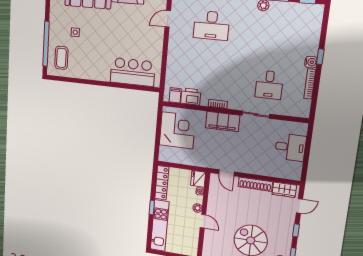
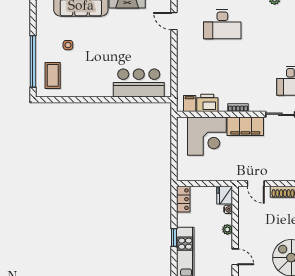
door: (168, 19) -> (174, 21), hinge flipped
corner desk: (177, 130) -> (207, 136), moved, turned 90
locker: (162, 183) -> (183, 199), width x0.66
door: (203, 221) -> (235, 257), moved

